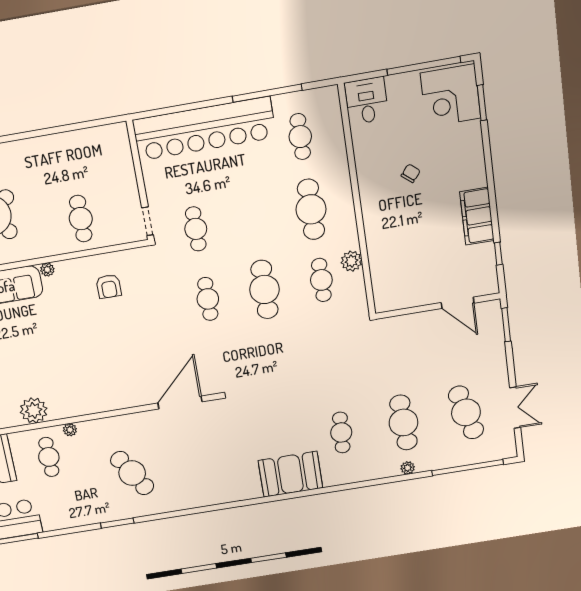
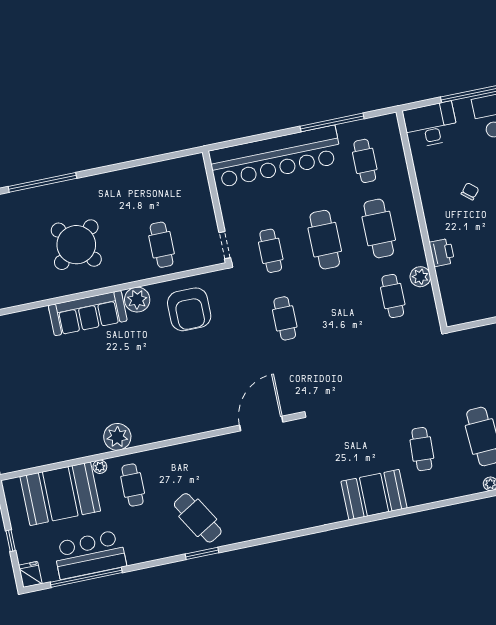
desk: (367, 101) -> (431, 125), width x1.37
printer: (376, 237) -> (442, 253), added
plant: (47, 270) -> (137, 300), width x1.87, depth x1.87
armchair: (109, 286) -> (189, 309), width x1.88, depth x1.88
cafe table: (264, 289) -> (325, 240), moved
plant: (70, 430) -> (100, 467), moved
cafe table: (132, 473) -> (198, 518), moved

